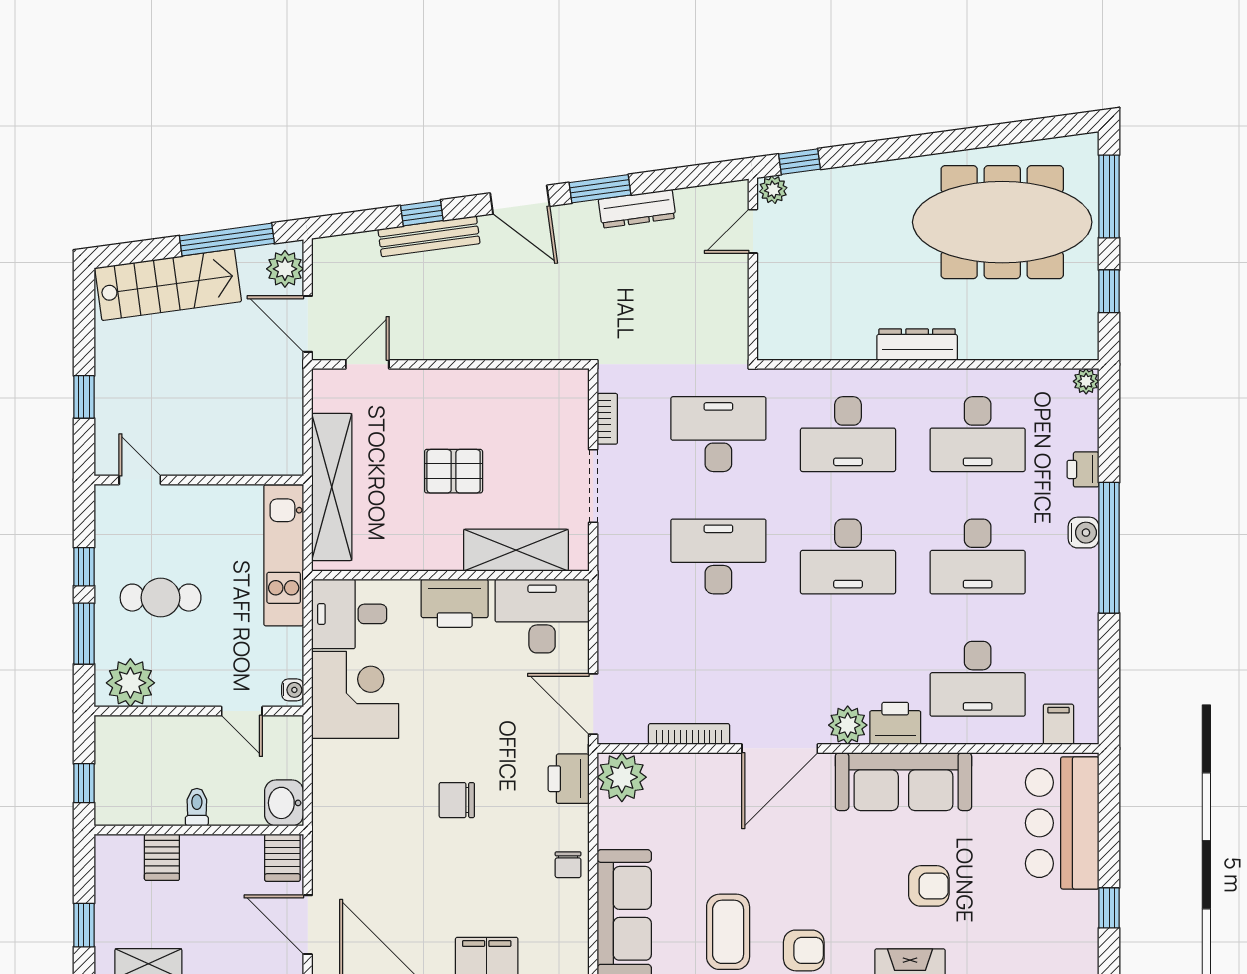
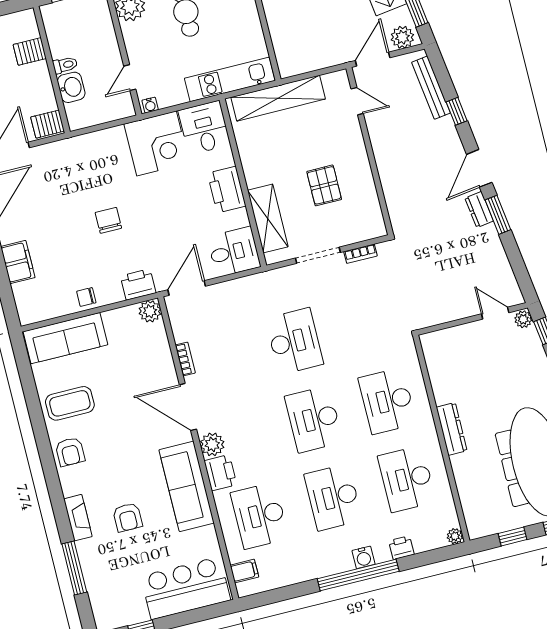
dresser: (637, 209) -> (479, 210), moved, width x0.70
bench: (429, 236) -> (431, 88), moved
desk: (718, 434) -> (368, 323), removed
pallet: (454, 471) -> (324, 185), moved
desk: (542, 616) -> (234, 252), width x0.73
bookcase: (689, 734) -> (185, 359), width x0.64
plant: (622, 777) -> (150, 311), width x0.73, depth x0.73
washbasin: (284, 803) -> (71, 87), moved, turned 90

